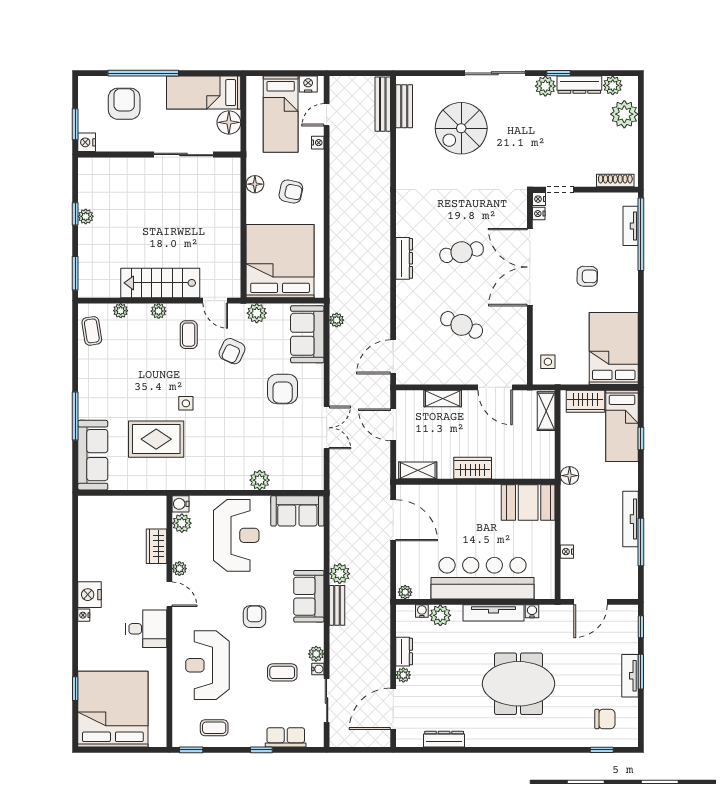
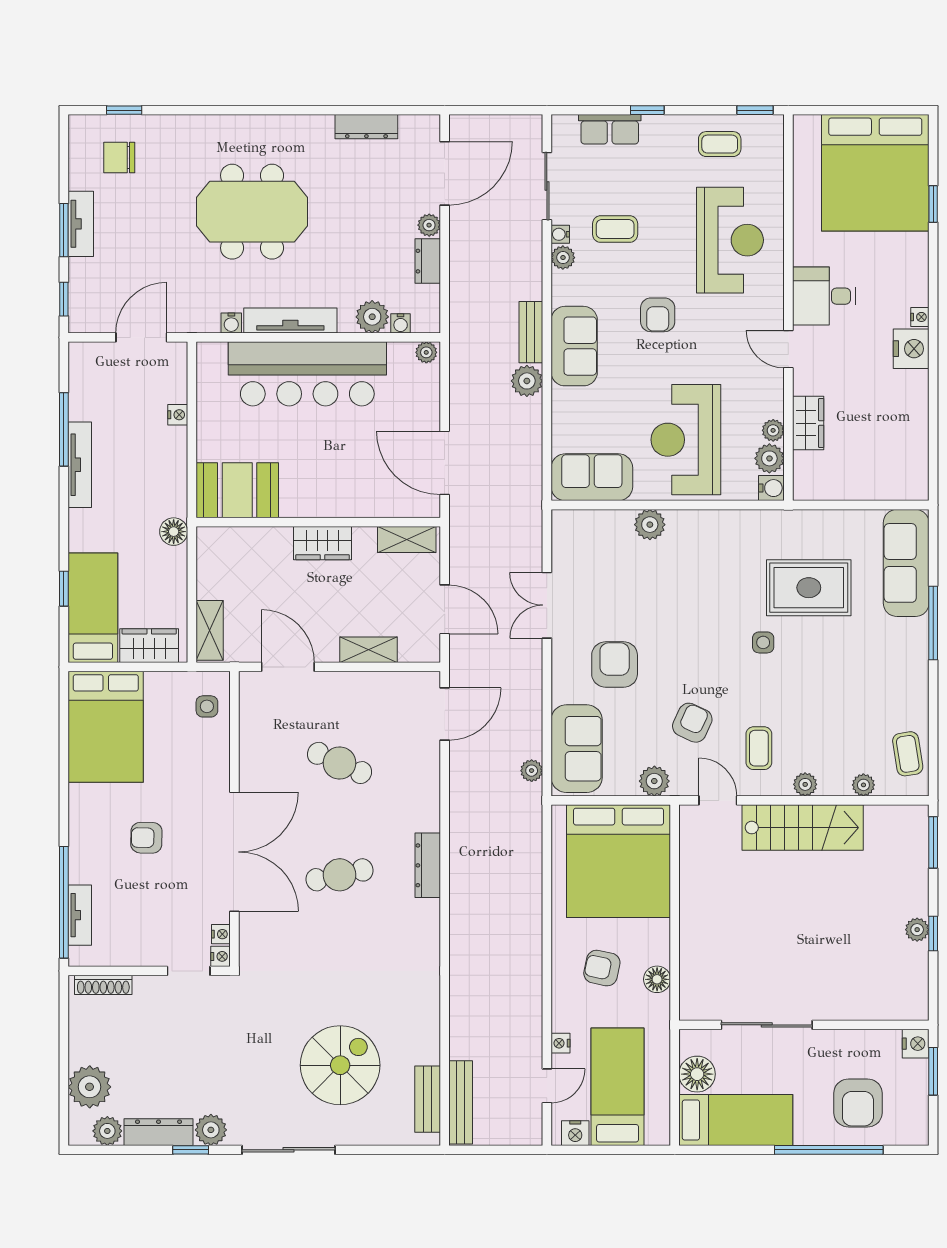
plant: (179, 569) -> (773, 430), moved

